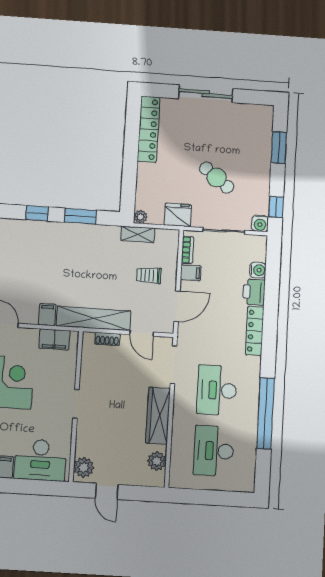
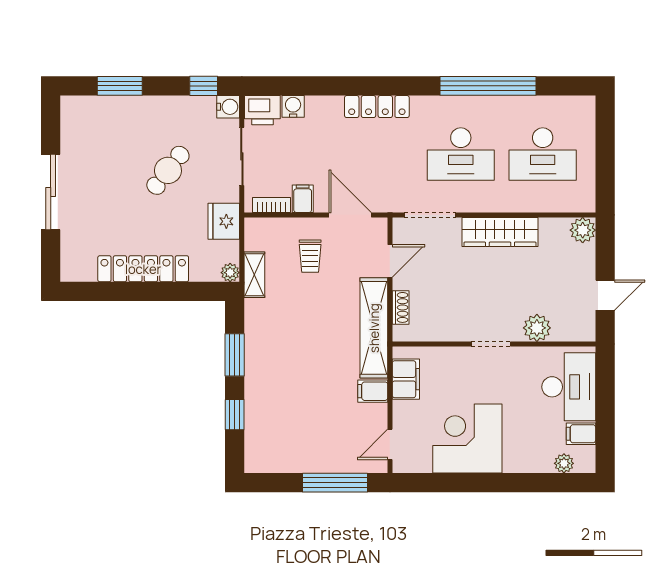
locker: (149, 129) -> (143, 269), moved
printer: (254, 292) -> (262, 110), moved
plant: (157, 461) -> (583, 230), moved
plant: (84, 467) -> (537, 328), moved

